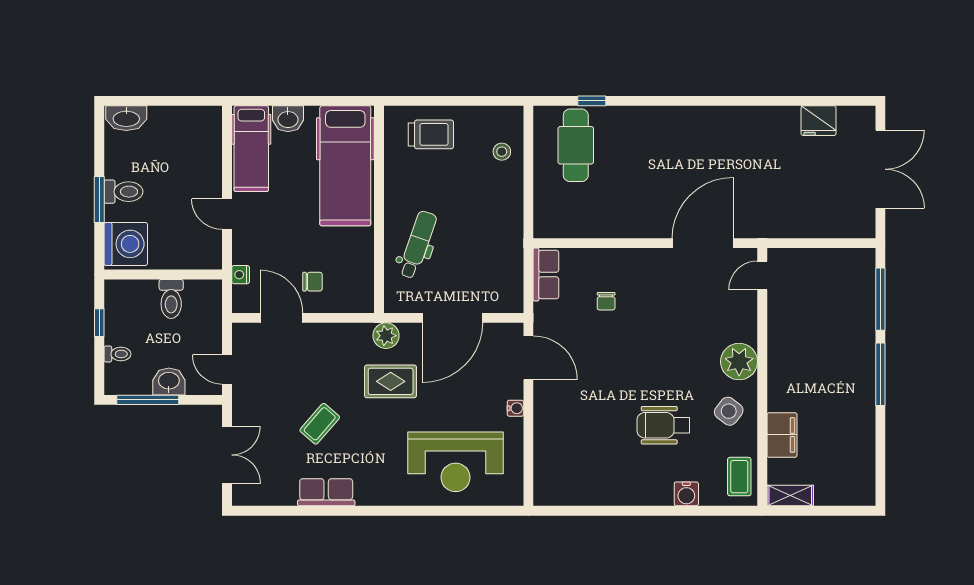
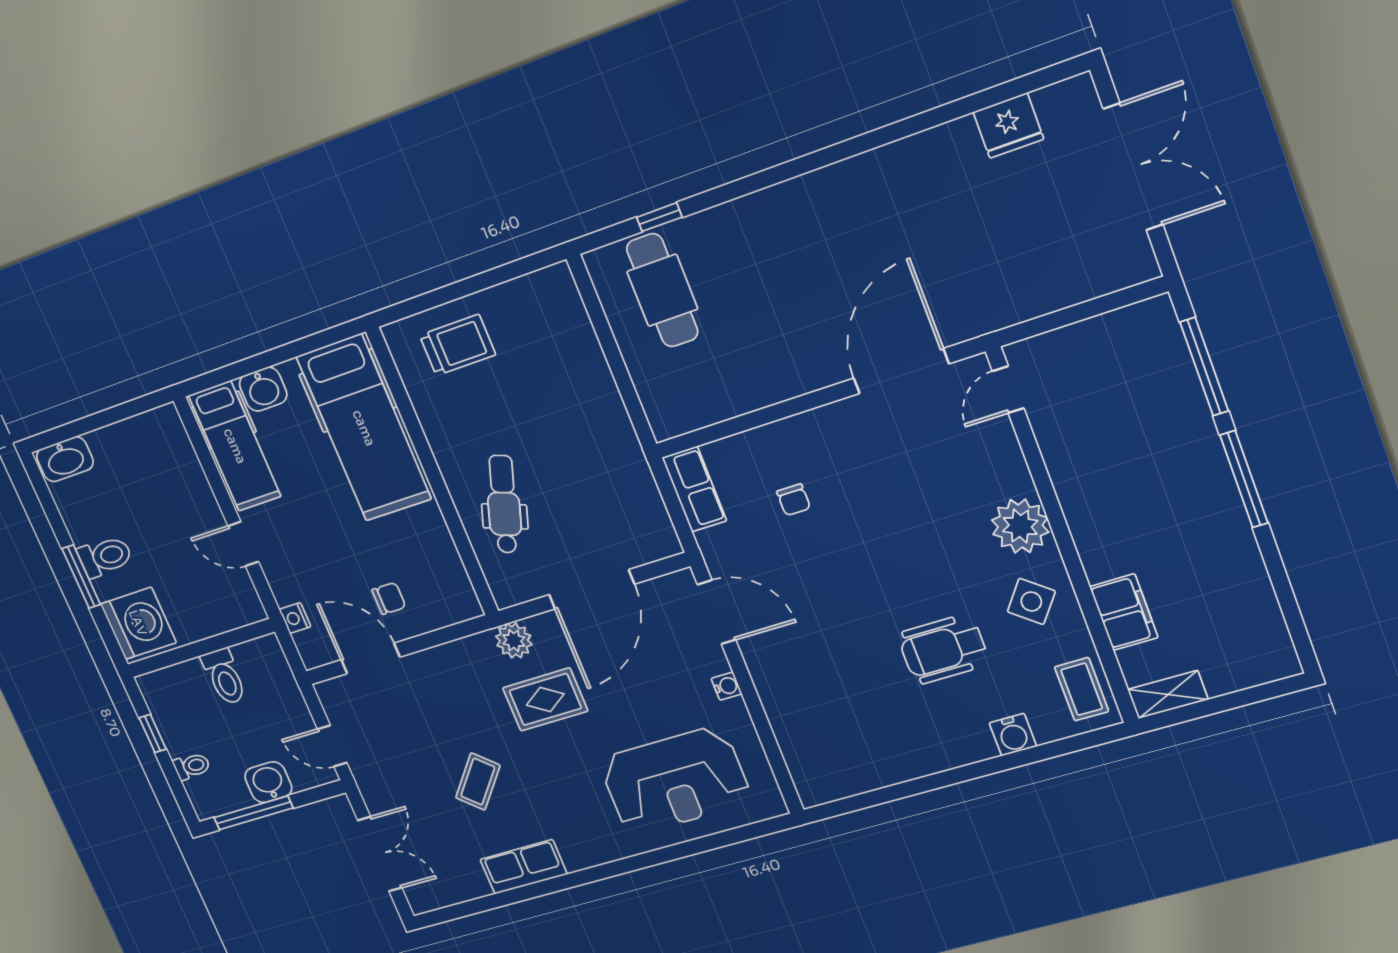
stool: (502, 152) -> (563, 336), removed

